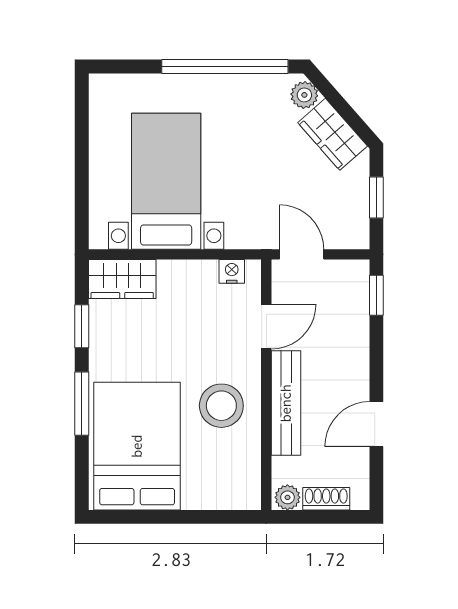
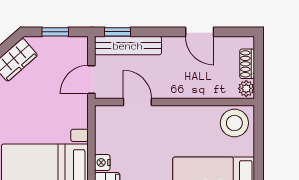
nightstand: (232, 271) -> (102, 163), moved
bench: (286, 403) -> (128, 46), moved
stool: (221, 406) -> (234, 123), moved

